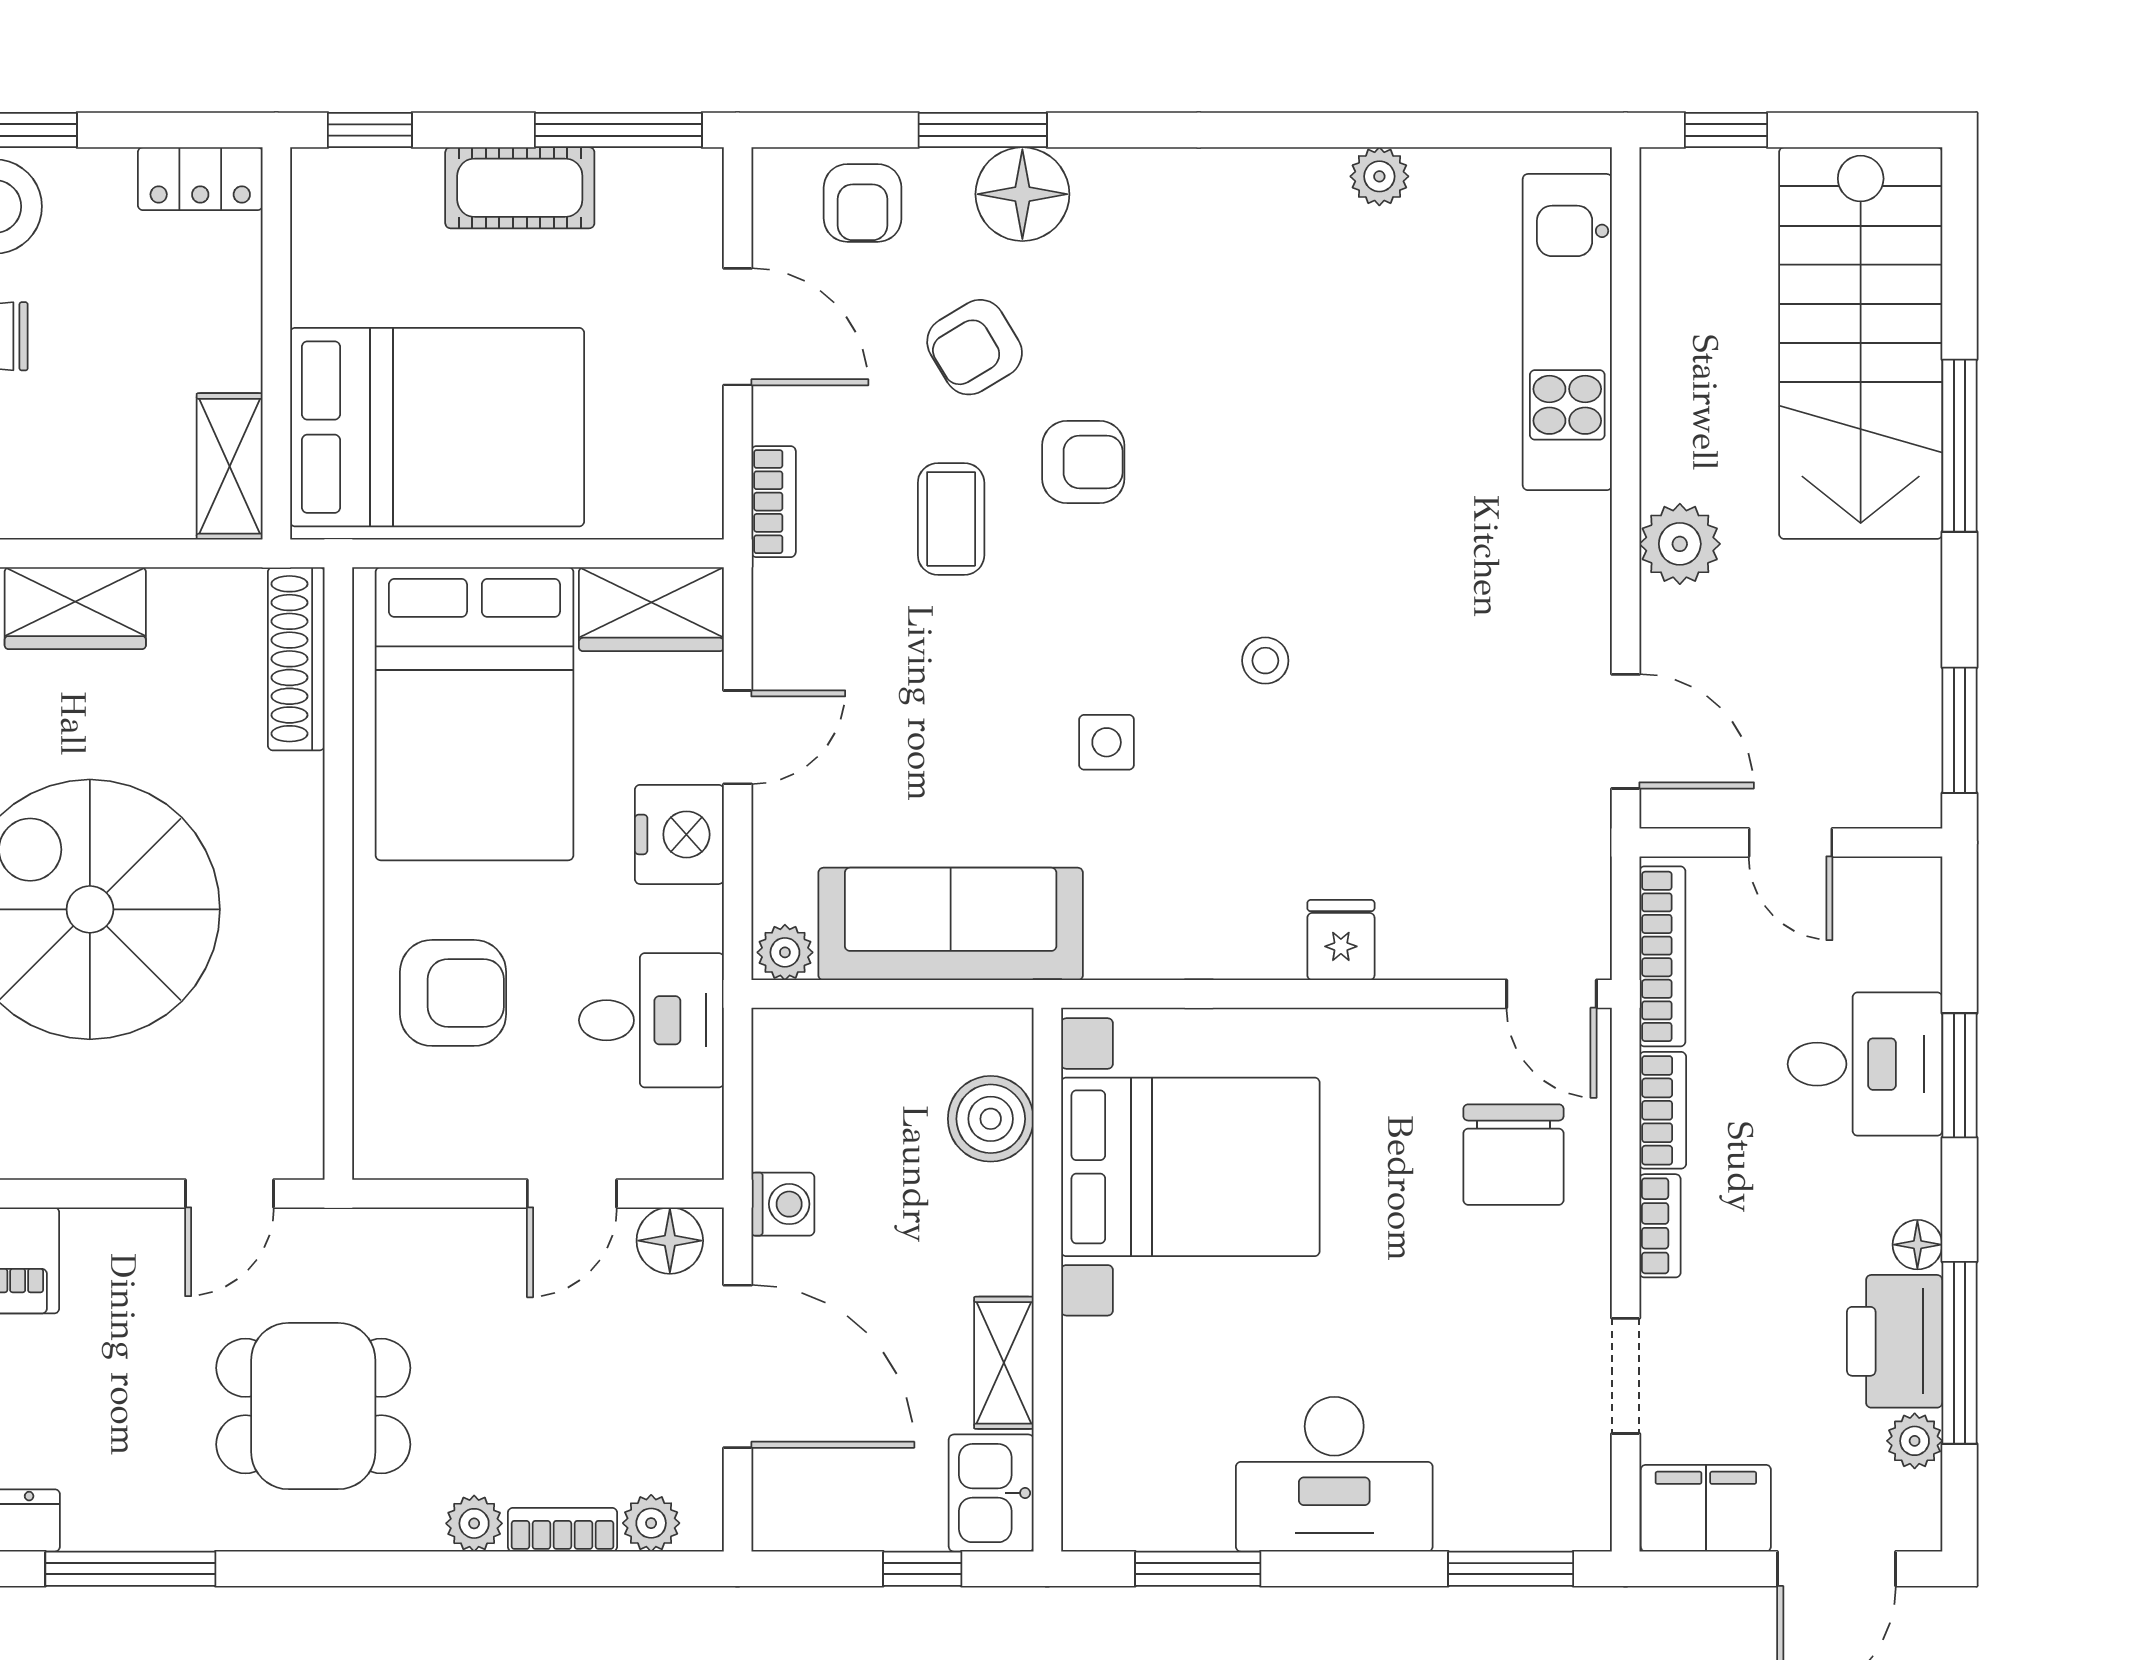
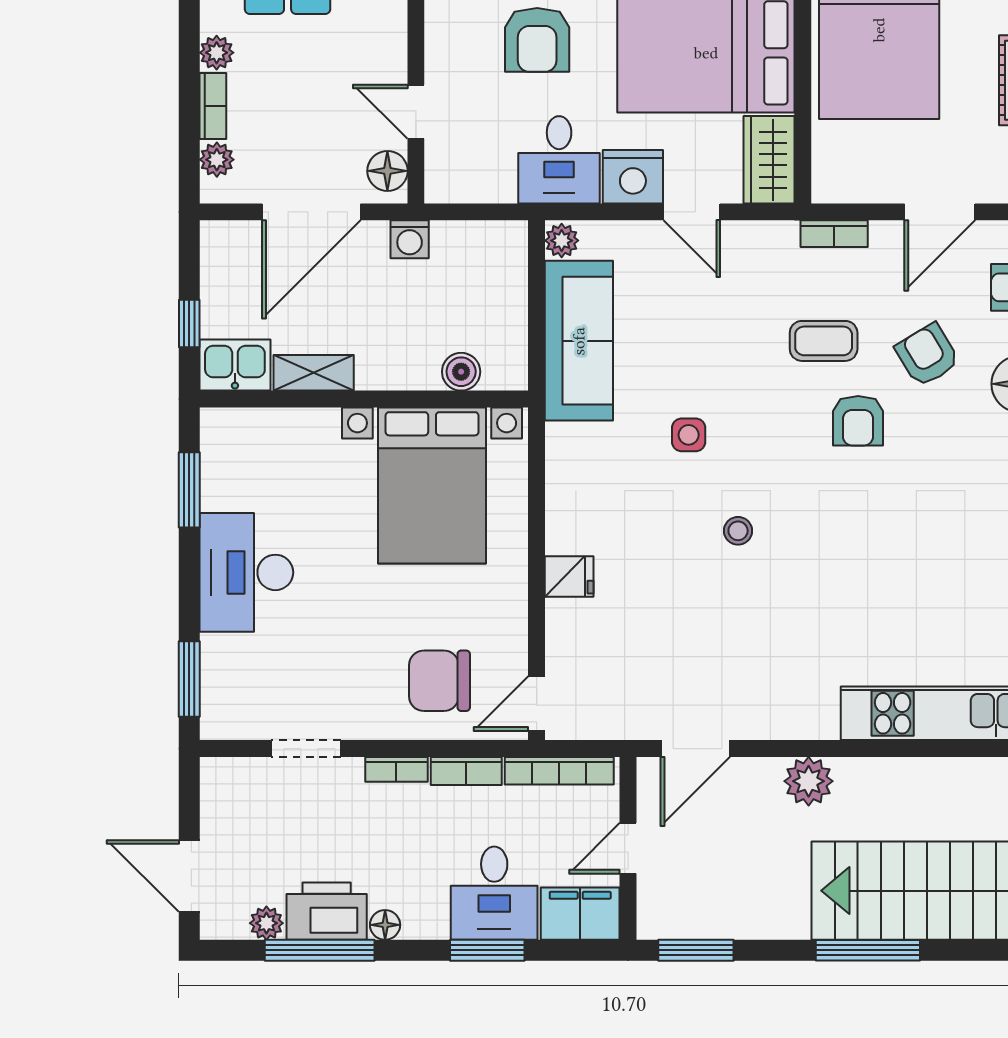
desk: (651, 1020) -> (559, 160), moved
boiler: (991, 1119) -> (461, 372), width x0.73, depth x0.73
filing cabinet: (1706, 1508) -> (580, 914), moved, turned -90

